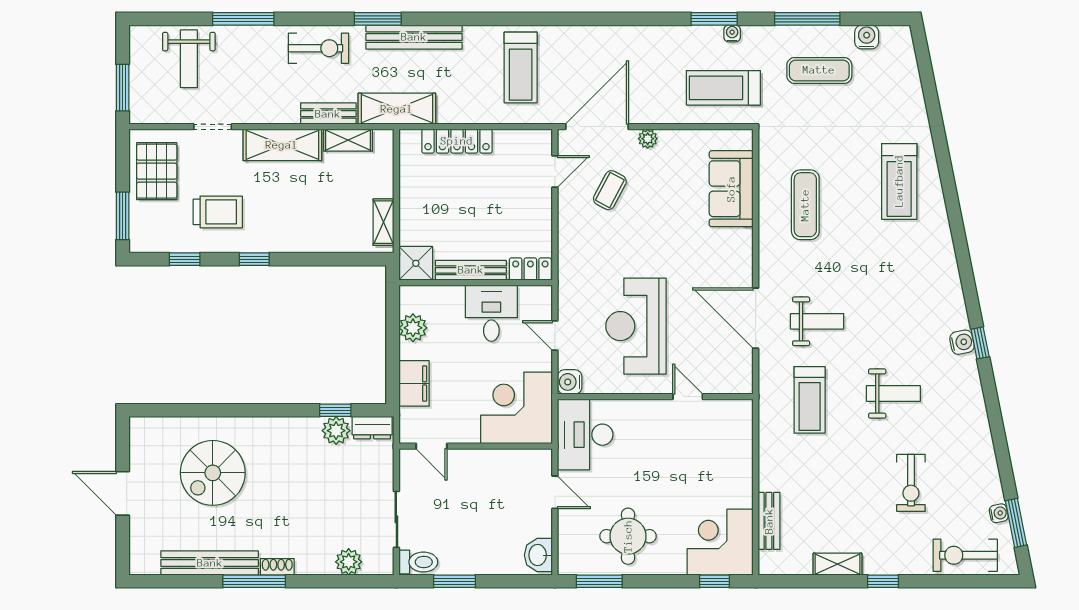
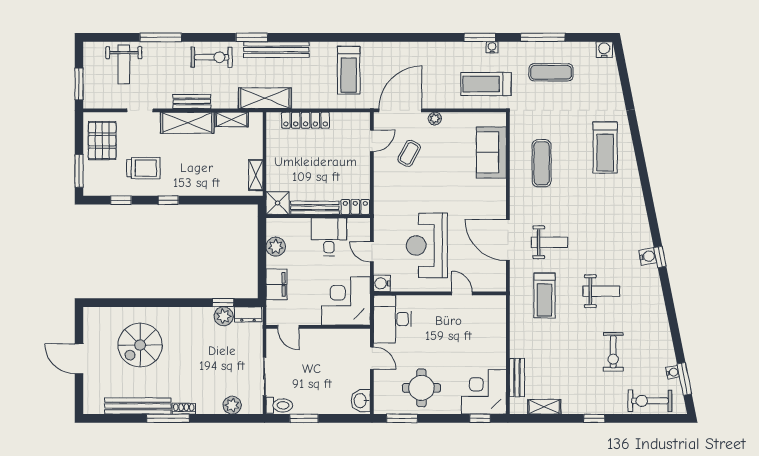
water cooler: (867, 37) -> (604, 50), moved
bench: (328, 114) -> (192, 102), moved
shelving: (837, 564) -> (544, 407), moved

